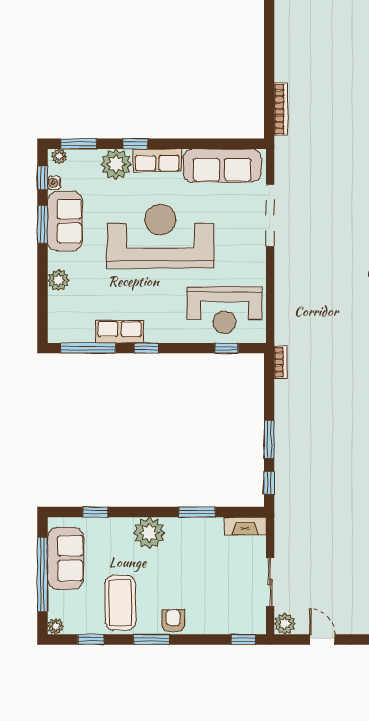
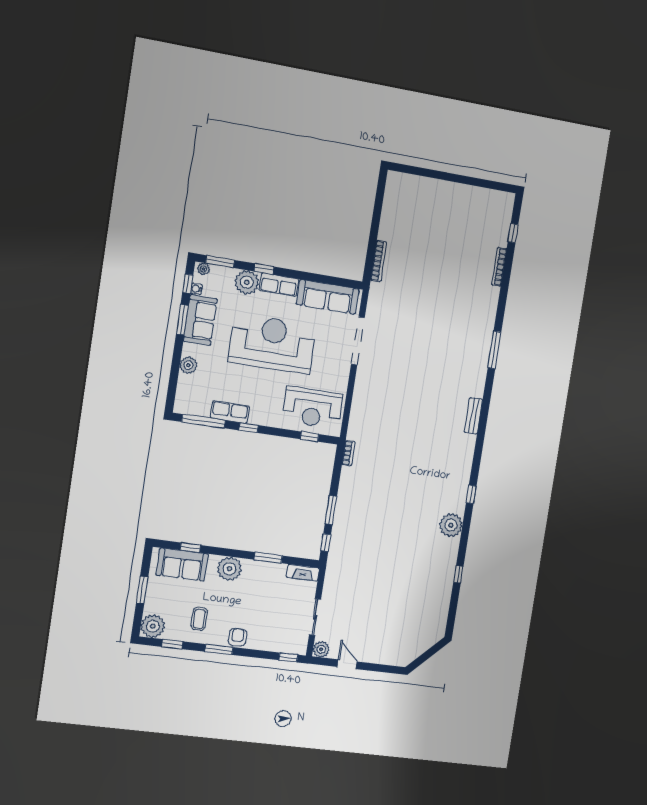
sofa: (66, 558) -> (182, 565), moved, turned 90
window: (42, 574) -> (142, 590), width x0.47
coffee table: (120, 603) -> (199, 619), width x0.54, depth x0.58
plant: (56, 626) -> (153, 626), width x1.87, depth x1.87

